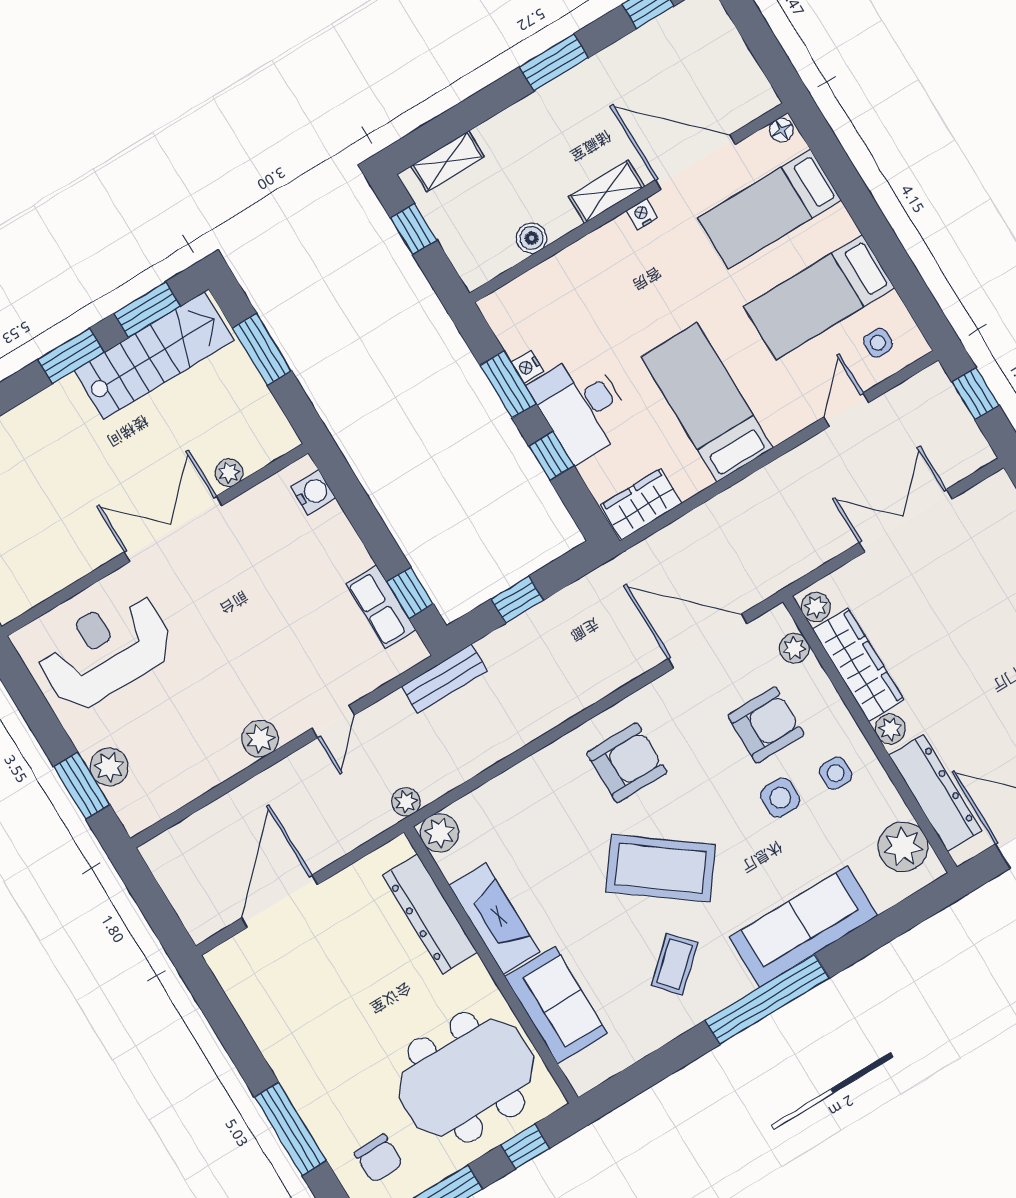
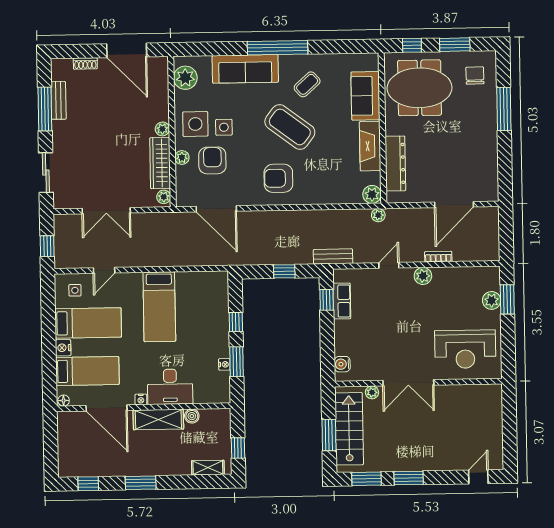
shelving: (607, 192) -> (158, 420), width x1.50, depth x1.33
nightstand: (838, 226) -> (63, 348), added
stairs: (154, 355) -> (349, 429), moved, turned 90
desk: (581, 407) -> (170, 387), moved, turned 90
wardrobe: (641, 504) -> (211, 281), removed
plant: (794, 648) -> (182, 158), moved
armchair: (766, 725) -> (212, 160), turned 90
side table: (836, 773) -> (195, 124), width x1.87, depth x1.87
bookcase: (253, 790) -> (438, 257), added
dresser: (935, 793) -> (159, 92), removed

